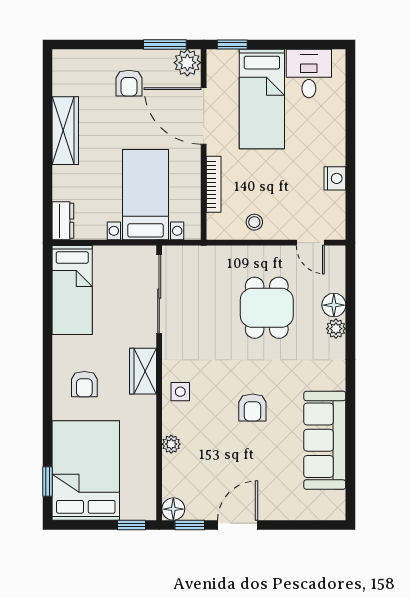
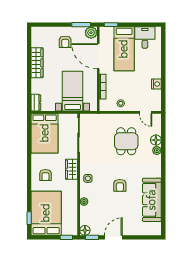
bed: (72, 290) -> (45, 133), width x1.50

